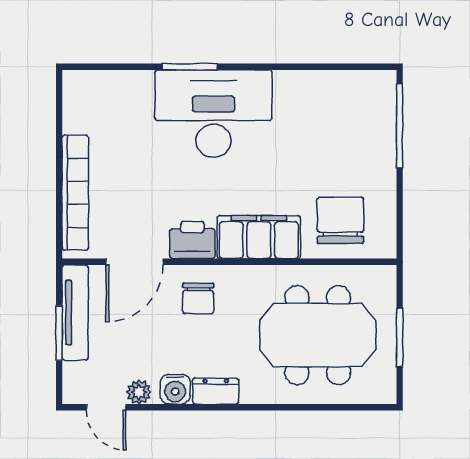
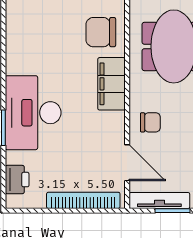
printer: (192, 240) -> (17, 180), moved, turned 180

